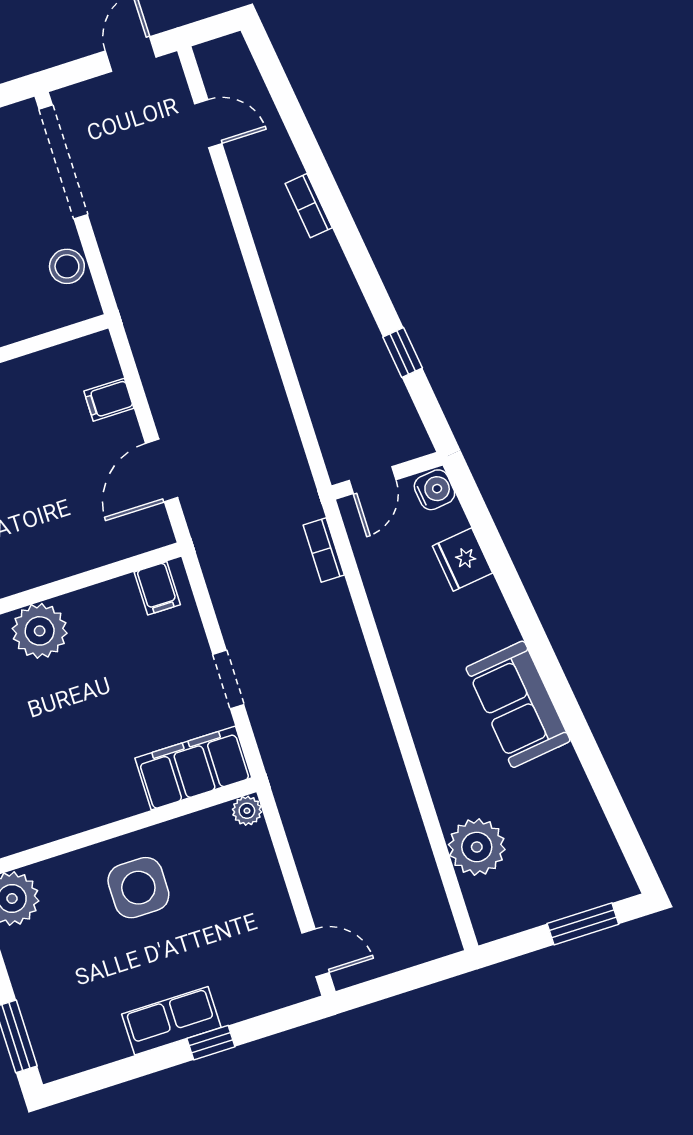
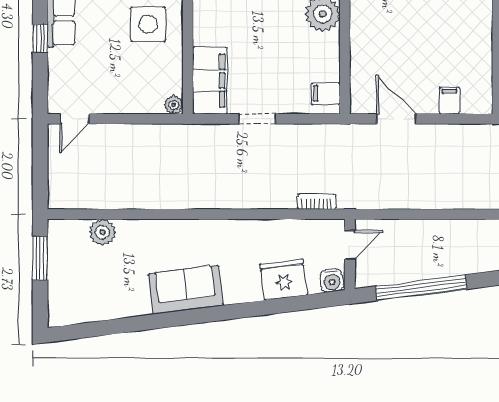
window: (403, 353) -> (421, 288), width x3.17
door: (372, 480) -> (350, 245), swing flipped
fridge: (462, 559) -> (284, 279), width x1.36, depth x1.34
plant: (477, 847) -> (102, 232), width x0.73, depth x0.73
window: (583, 924) -> (40, 258), moved

